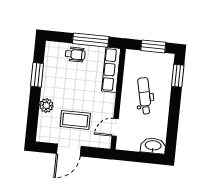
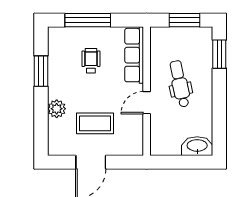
window: (91, 40) -> (88, 20), moved
wheelchair: (75, 54) -> (91, 61), moved, turned -90
door: (115, 127) -> (147, 103), moved

